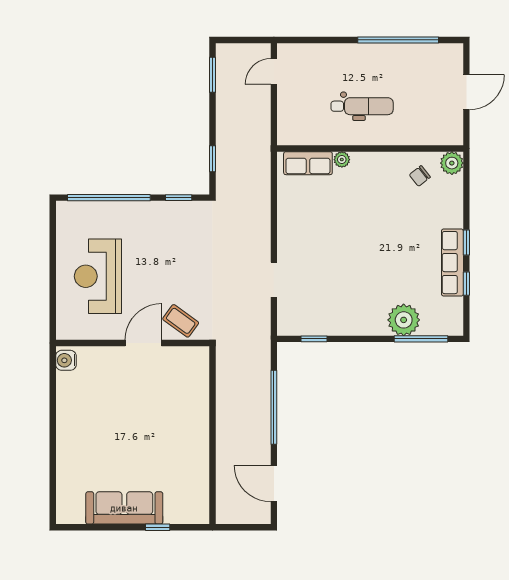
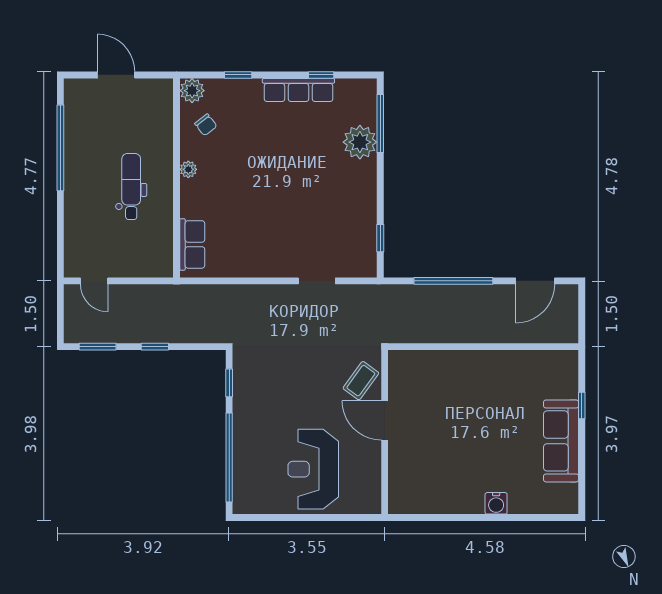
window: (212, 159) -> (155, 347), moved
plant: (342, 160) -> (188, 169), moved
window: (466, 242) -> (238, 75), moved
reception desk: (98, 276) -> (313, 469), turned 90
water cooler: (66, 360) -> (496, 503), moved

